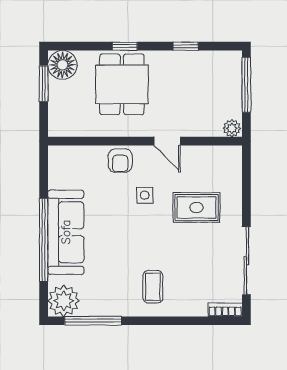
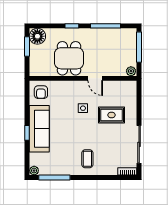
window: (186, 46) -> (106, 26), width x2.17
dining table: (122, 84) -> (69, 58), moved
armchair: (120, 161) -> (41, 92), moved
window: (44, 240) -> (27, 133), width x0.32
plant: (64, 301) -> (34, 171), width x0.53, depth x0.53

